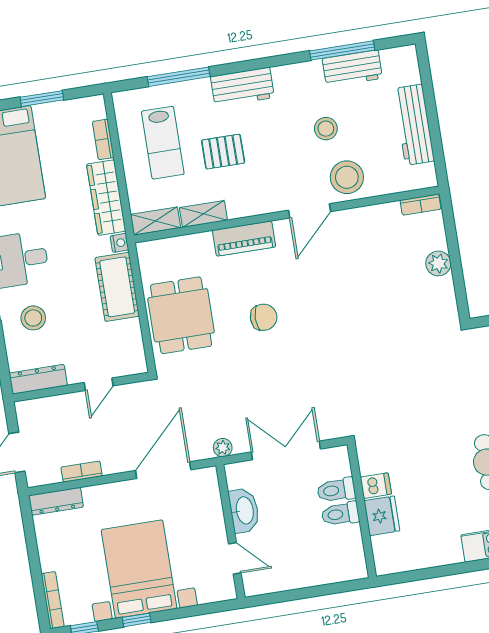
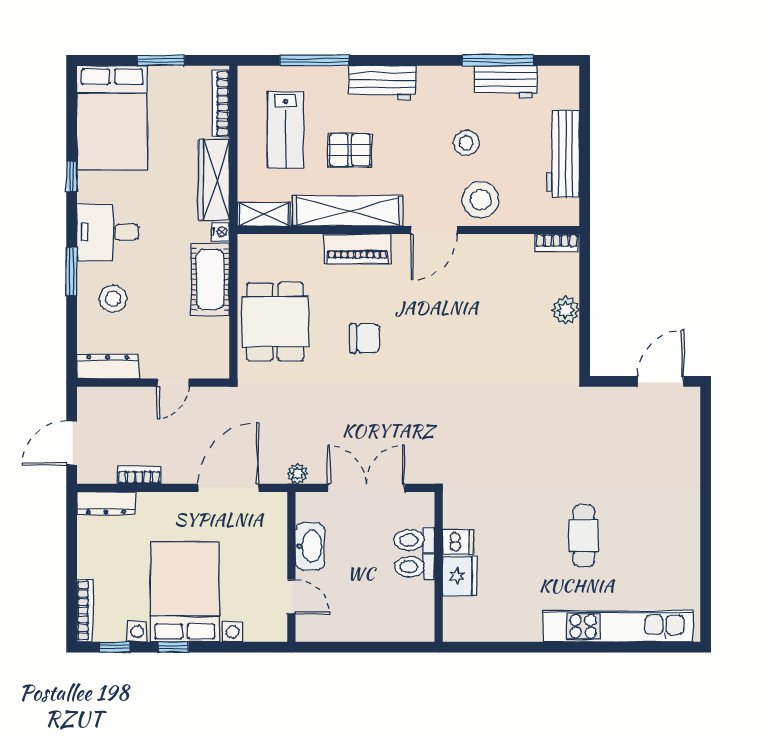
bookcase: (103, 139) -> (221, 104), width x1.56
shelving: (203, 214) -> (348, 211), width x2.20, depth x1.33

